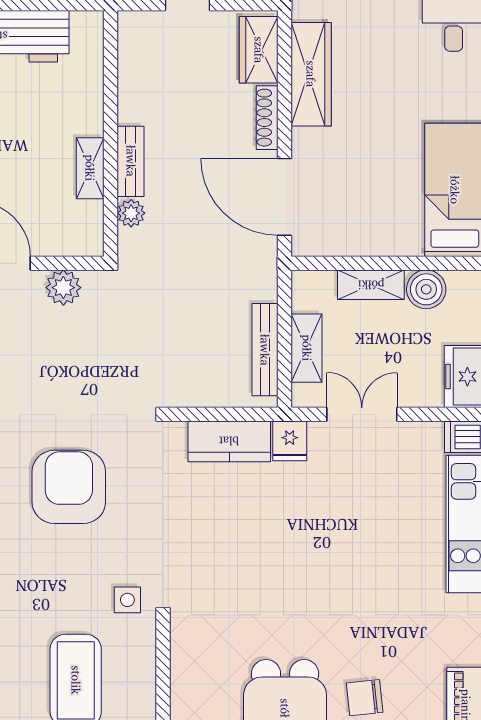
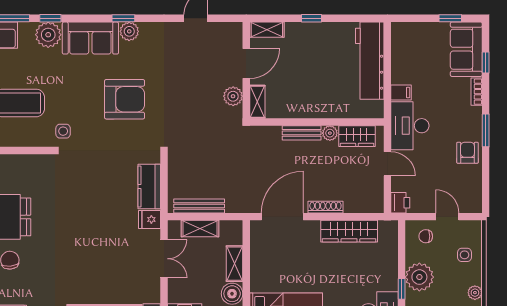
wardrobe: (259, 50) -> (357, 136), moved, turned 180
shelving: (90, 168) -> (257, 102), moved, turned 90
plant: (131, 213) -> (330, 133), moved

